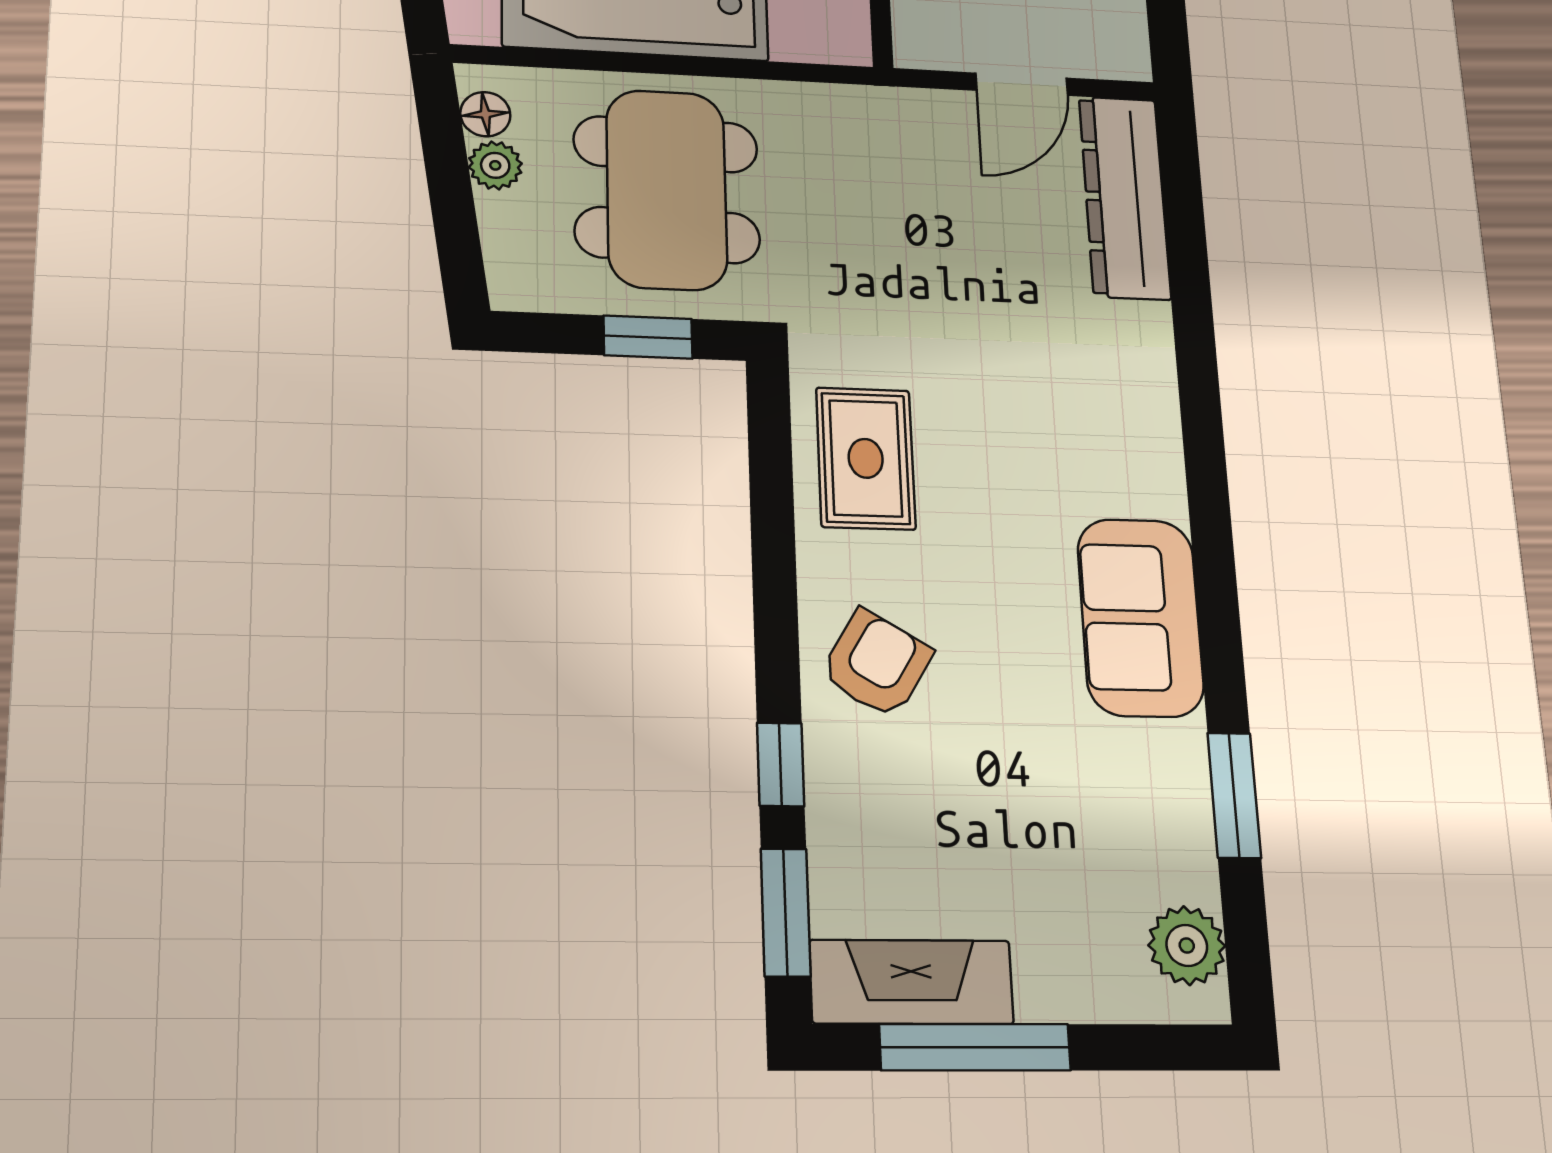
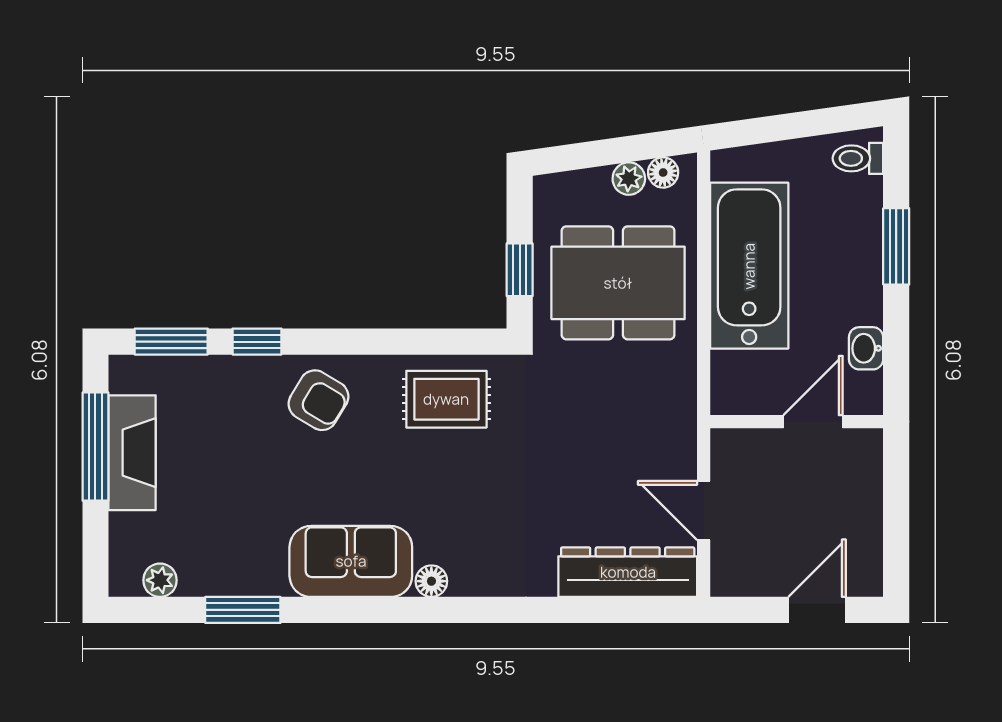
floor lamp: (1162, 491) -> (431, 581), added
plant: (1187, 946) -> (160, 580), width x0.73, depth x0.73
fireplace: (911, 982) -> (132, 453), moved

